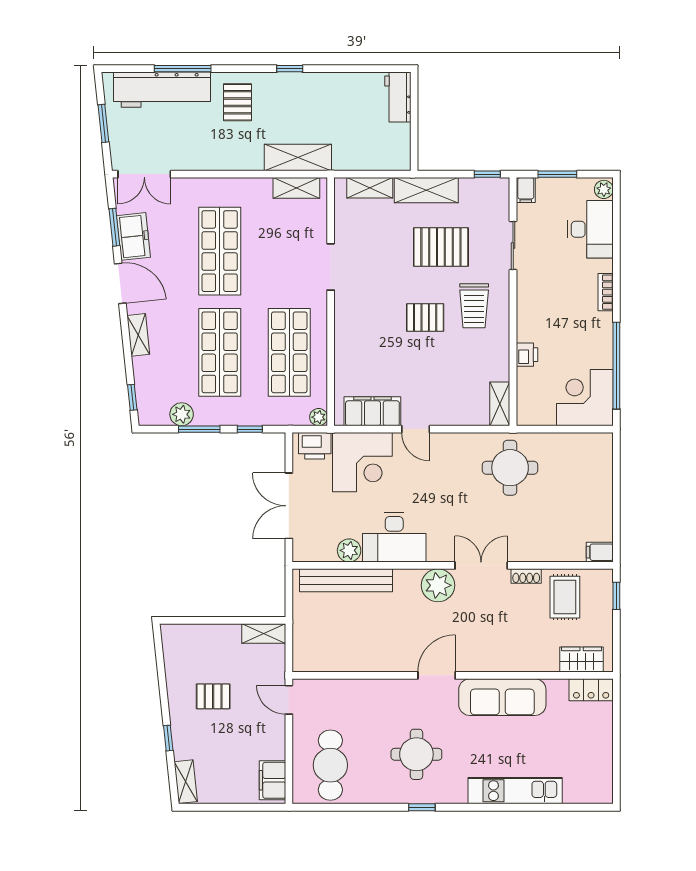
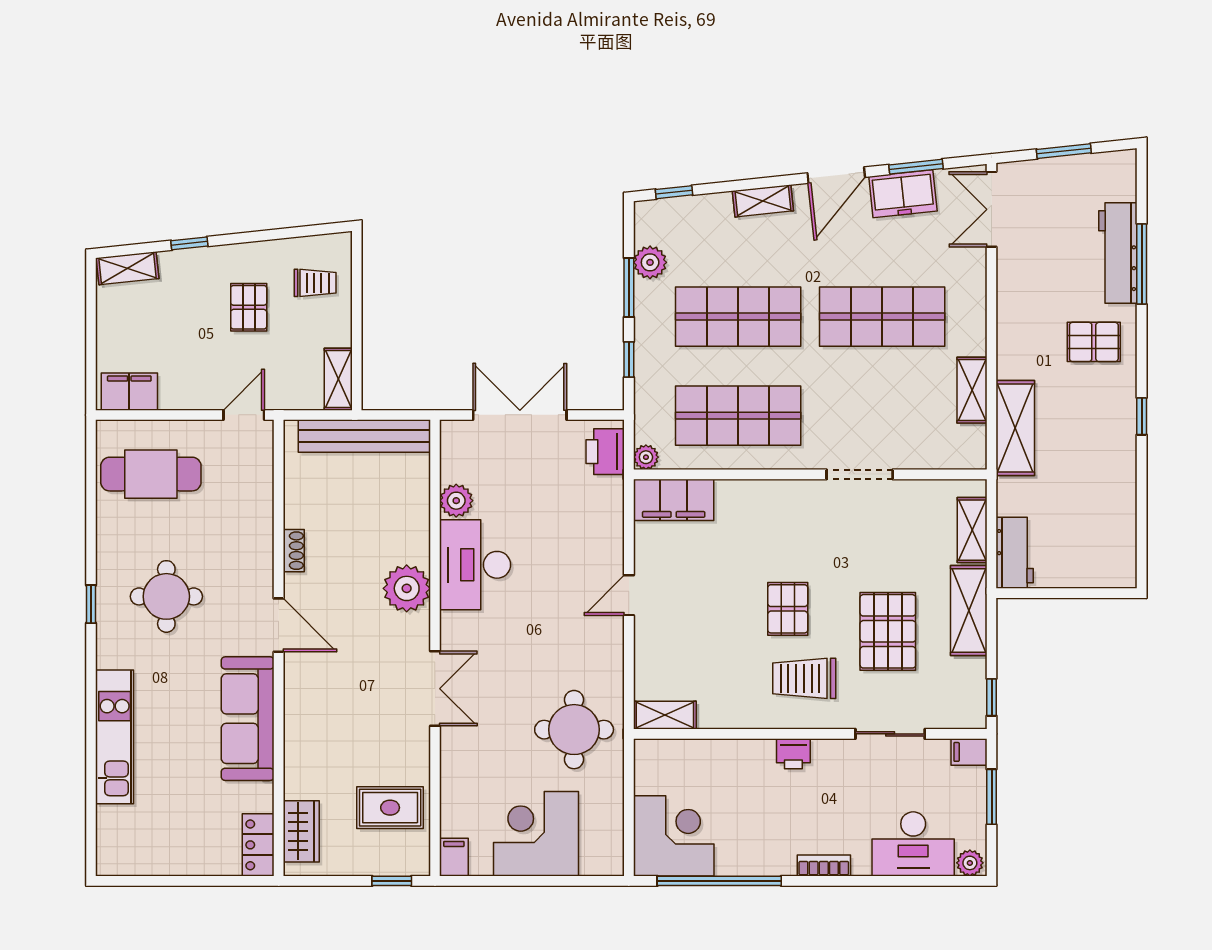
workbench: (162, 90) -> (1118, 253), width x0.73, depth x0.76
workbench: (398, 97) -> (1015, 553), moved, turned 90
shelving: (296, 188) -> (972, 390), moved
printer: (527, 355) -> (793, 754), moved
filing cabinet: (372, 411) -> (674, 500), moved, turned 90
corner desk: (362, 462) -> (536, 834), moved, turned 90
shoe rack: (526, 576) -> (294, 551), moved, turned 180
bench: (346, 580) -> (364, 436), moved, turned 90
plant: (438, 585) -> (407, 588), moved
trolley: (196, 650) -> (315, 283), added

